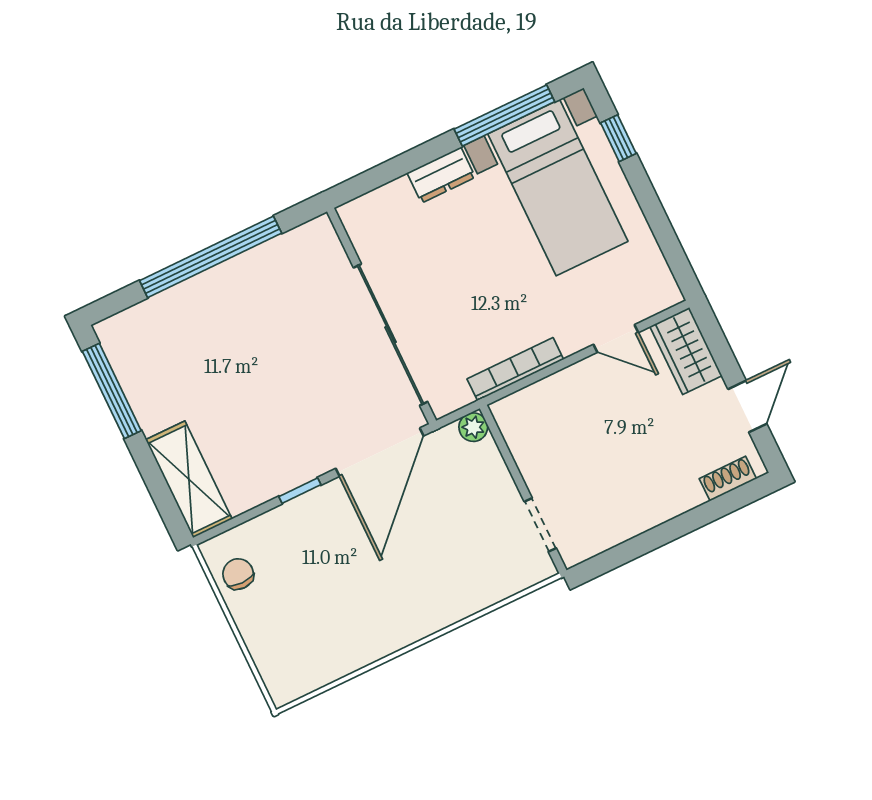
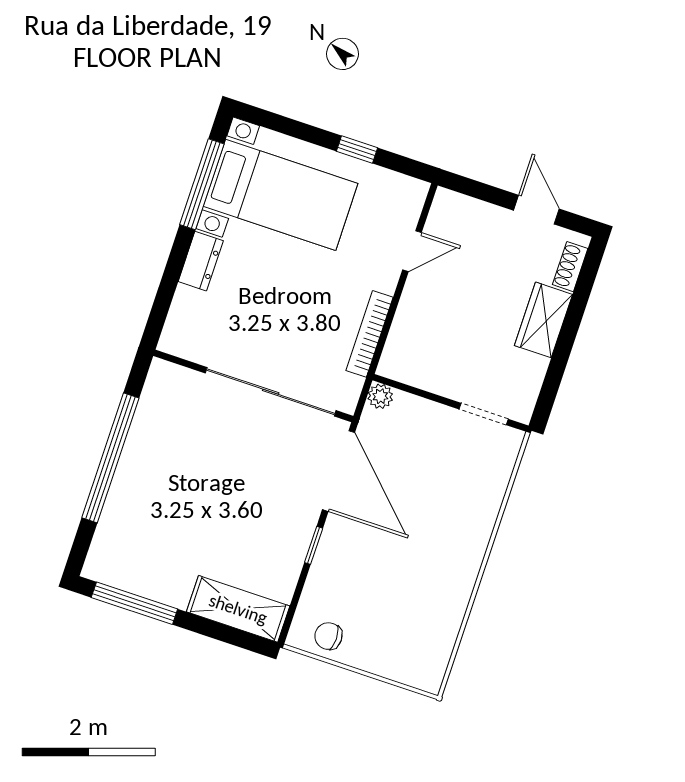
window: (618, 138) -> (357, 150), moved
wardrobe: (686, 351) -> (543, 320), moved, turned 90

